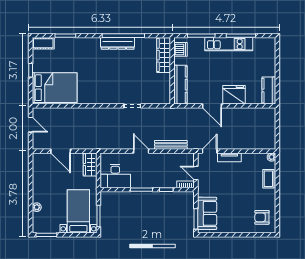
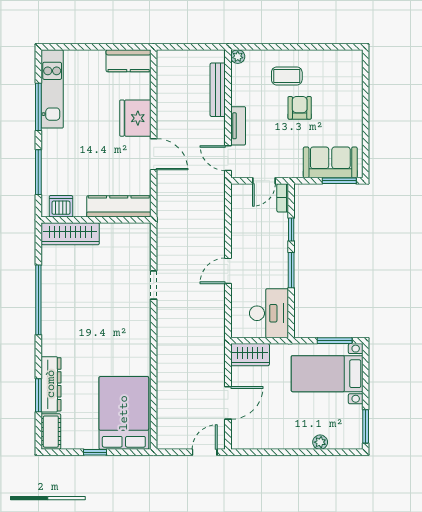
dresser: (118, 43) -> (51, 384), moved
kitchen unit: (229, 44) -> (52, 89), moved
door: (212, 106) -> (154, 154), hinge flipped
door: (31, 125) -> (205, 452), moved
bench: (171, 145) -> (218, 90), moved
coffee table: (268, 179) -> (287, 76), moved
armchair: (262, 217) -> (300, 108), moved, turned 180

